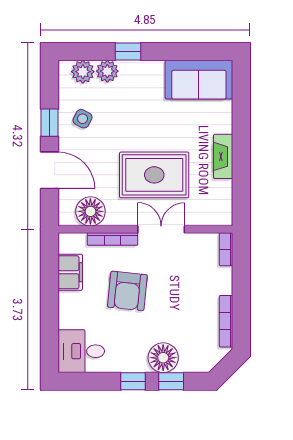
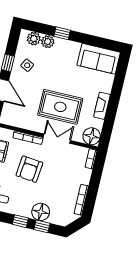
floor lamp: (90, 211) -> (92, 136), moved

